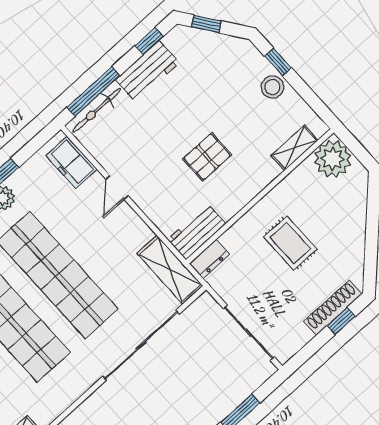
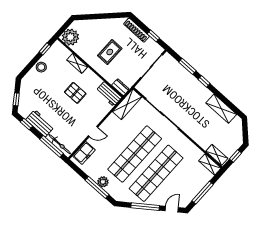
window: (278, 62) -> (45, 49), moved
shelving: (295, 148) -> (77, 63), moved
window: (341, 321) -> (153, 36), moved

